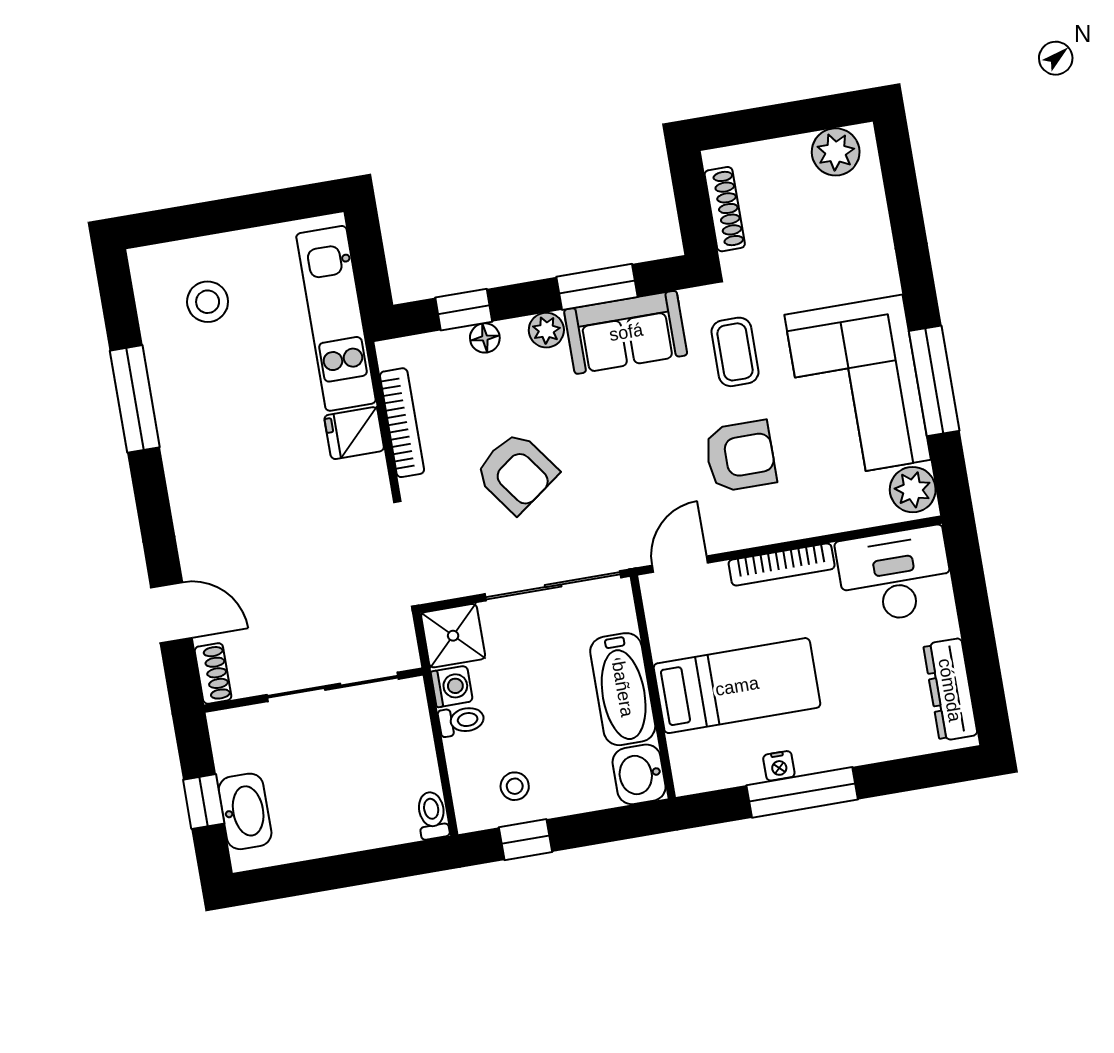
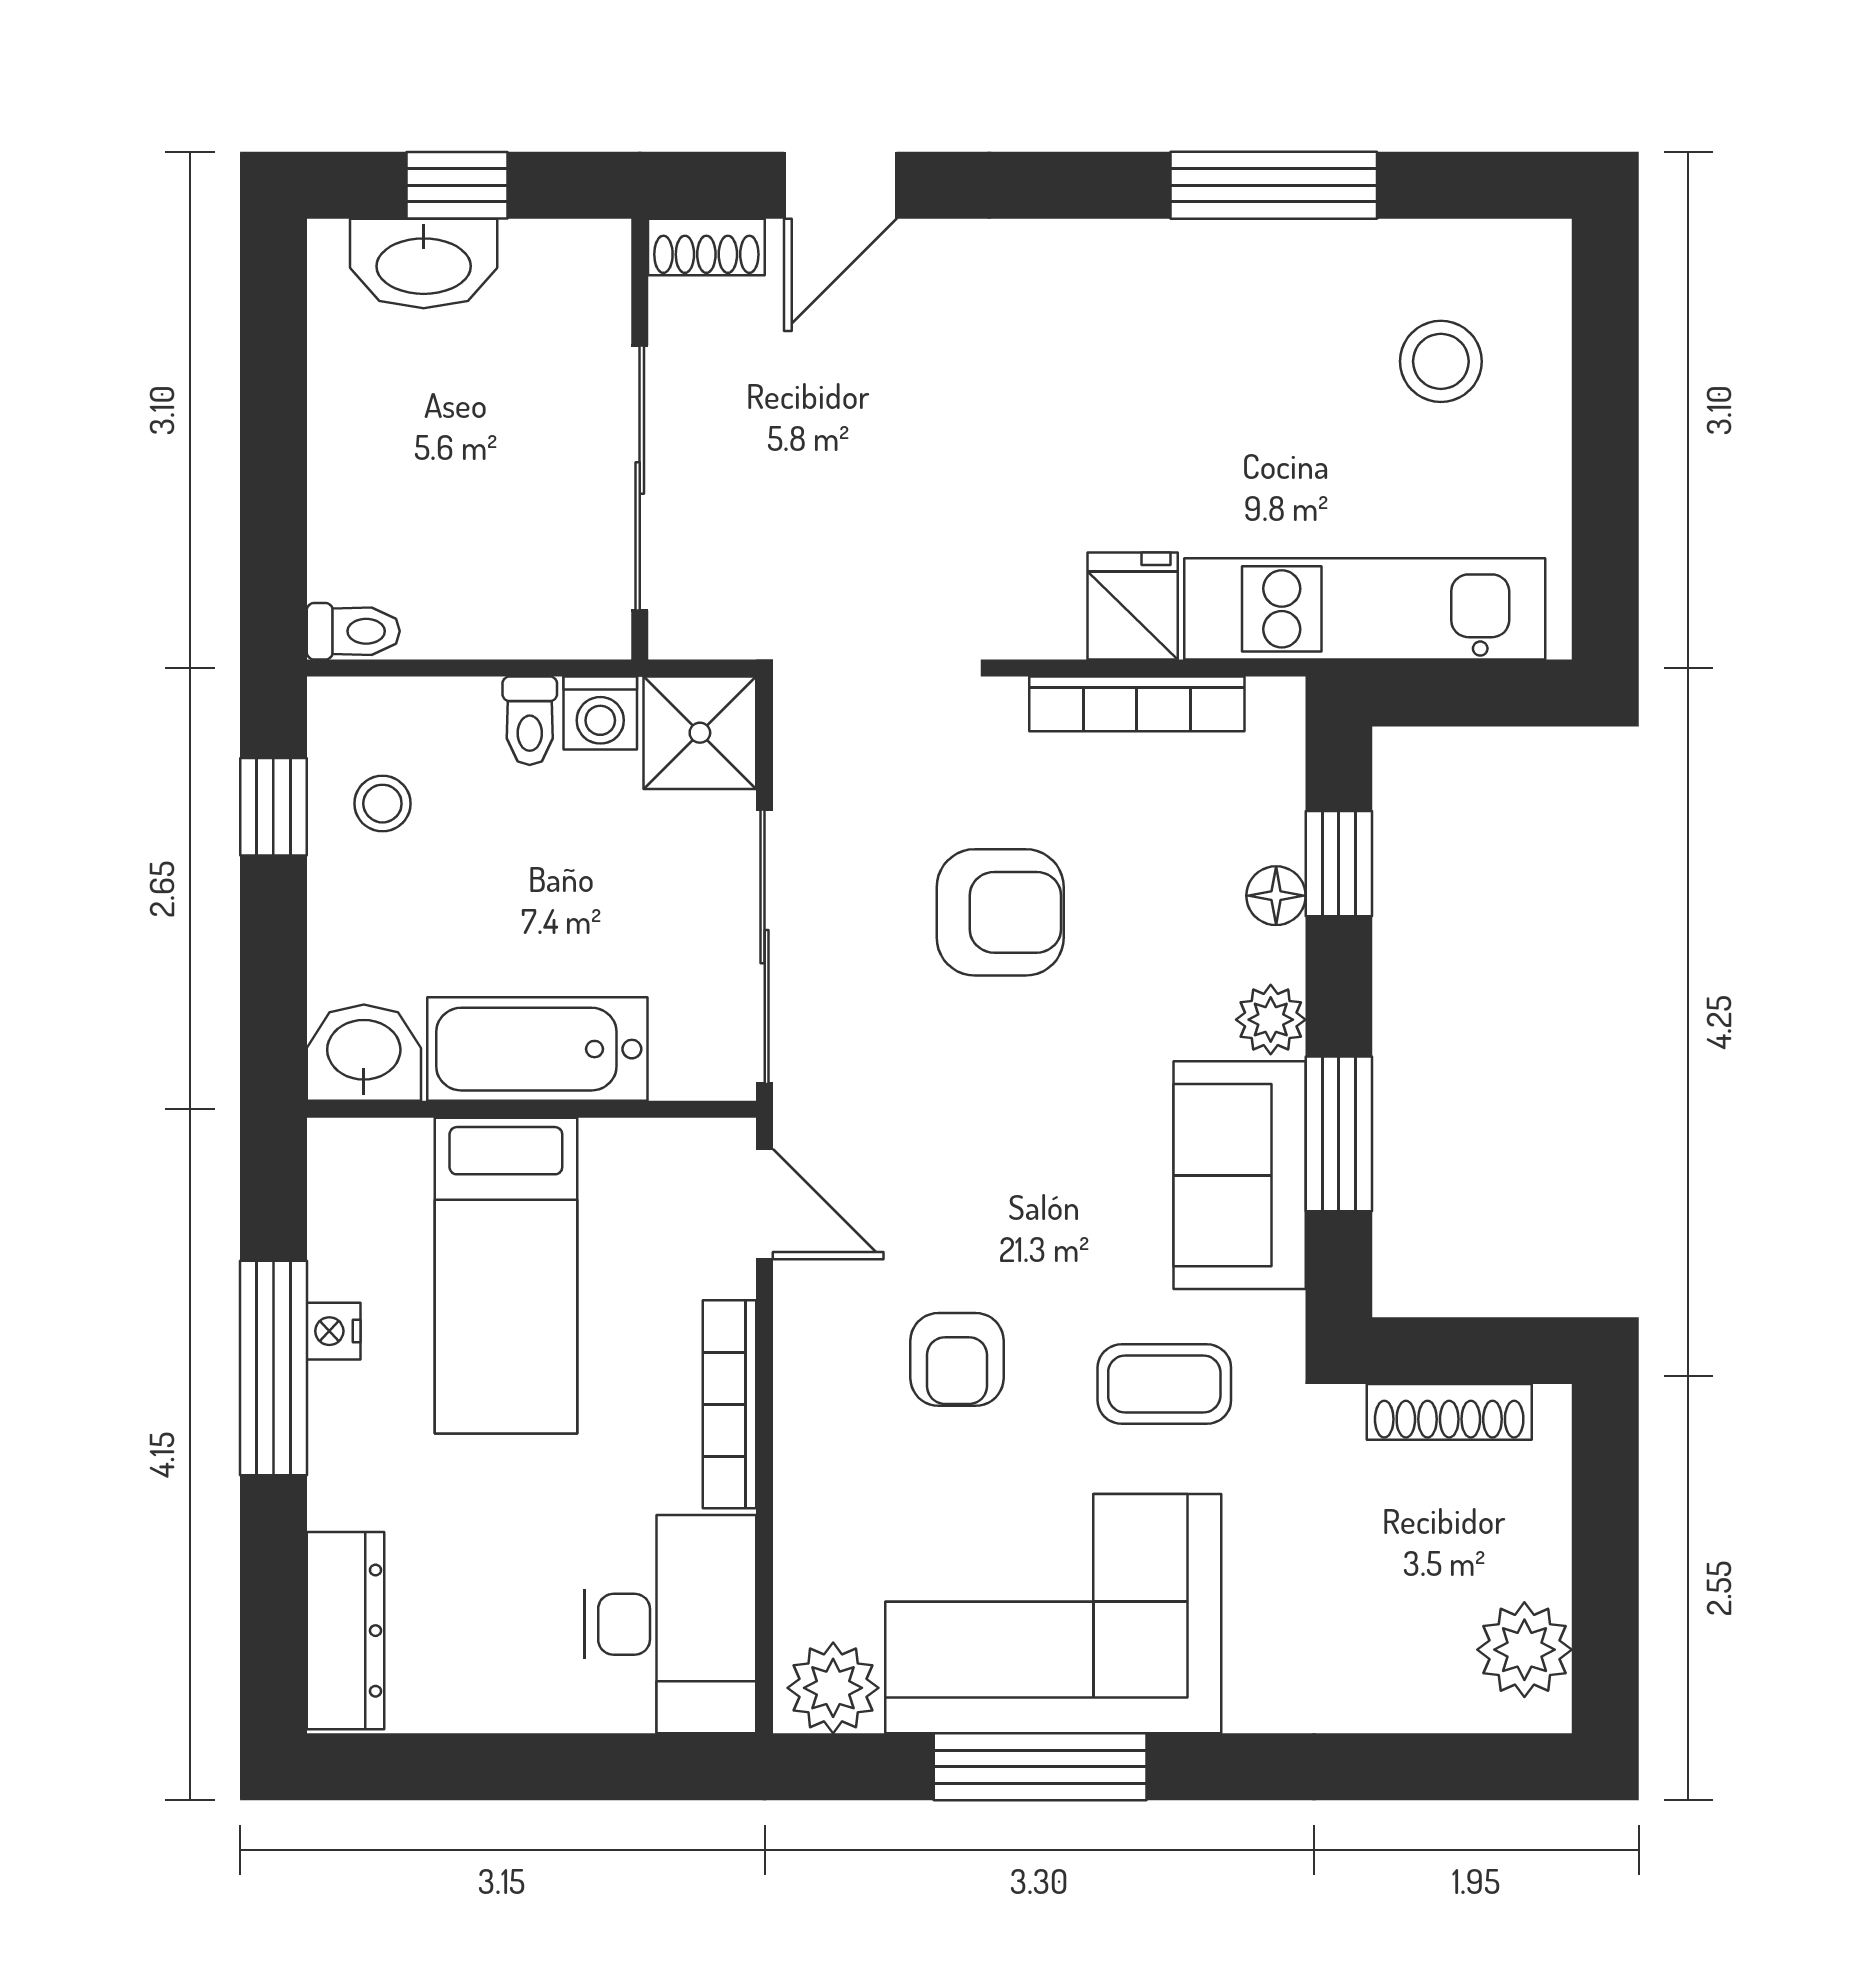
armchair: (740, 456) -> (957, 1359), width x0.72, depth x0.72
armchair: (516, 473) -> (1000, 912), turned -144
dresser: (950, 690) -> (345, 1631), moved, turned 90

